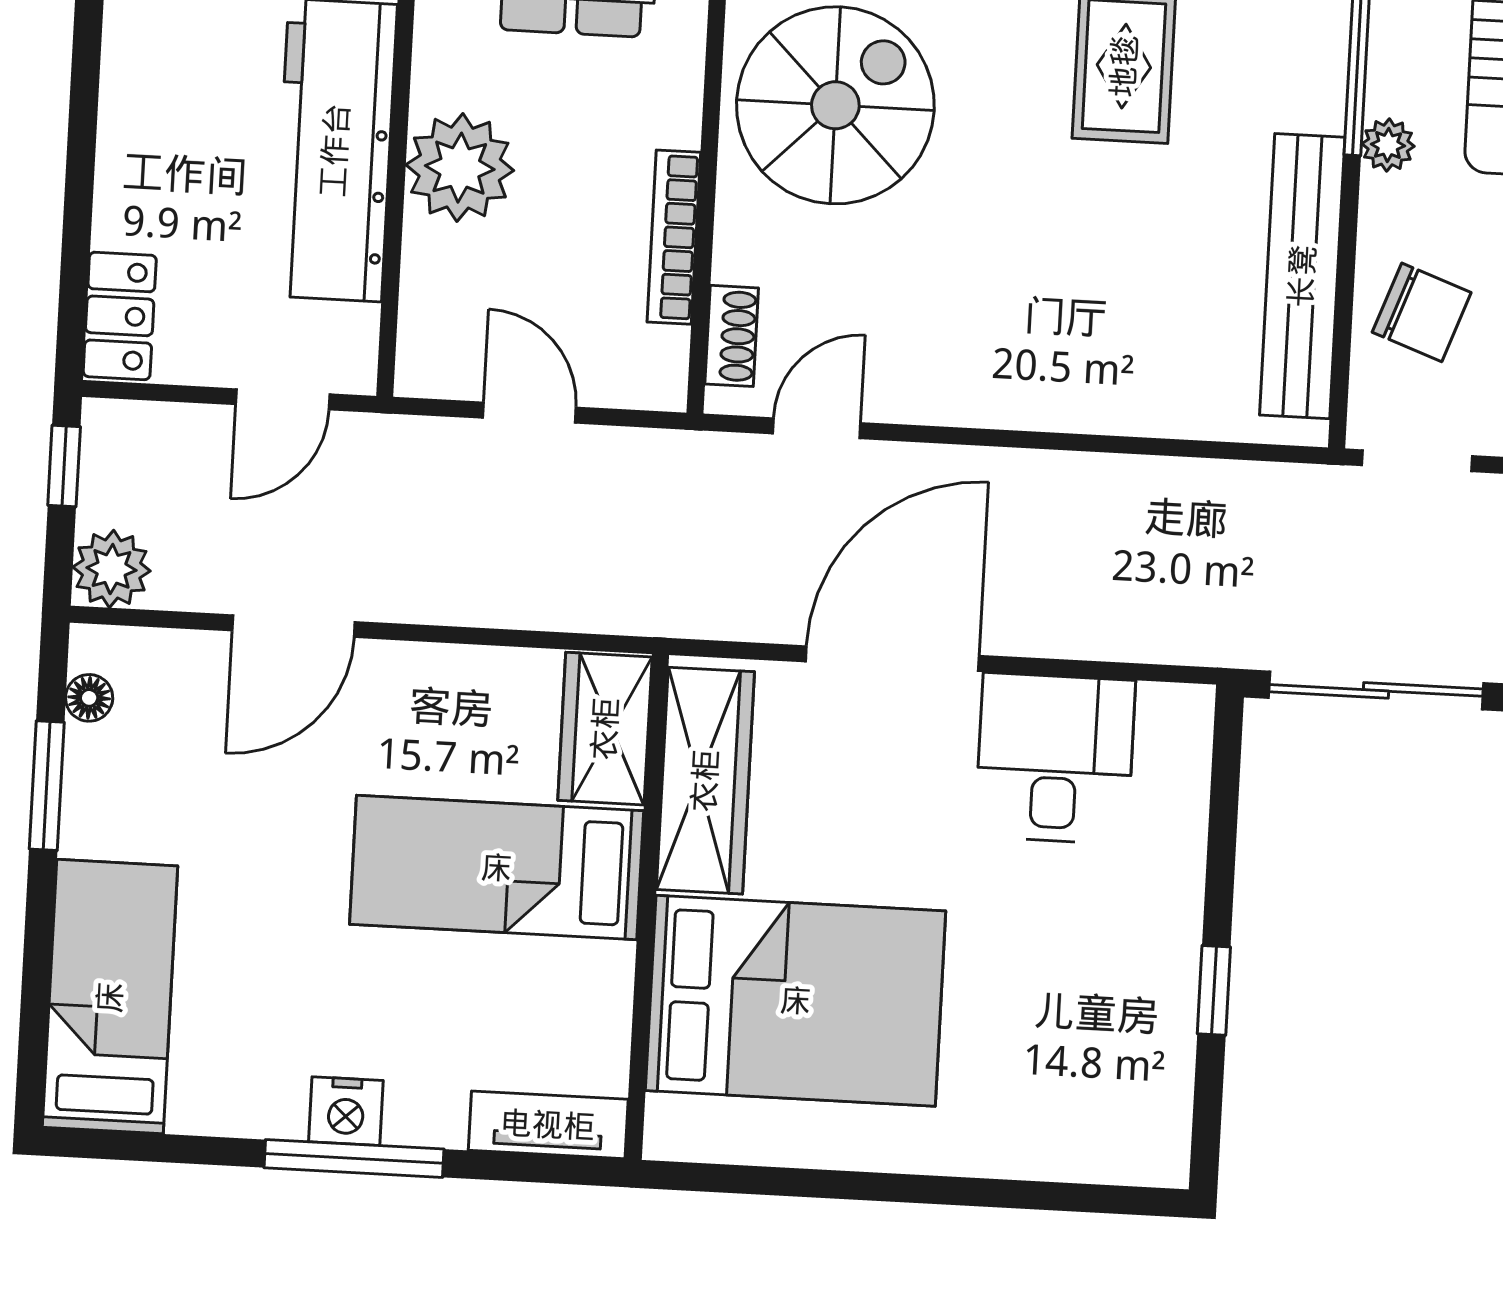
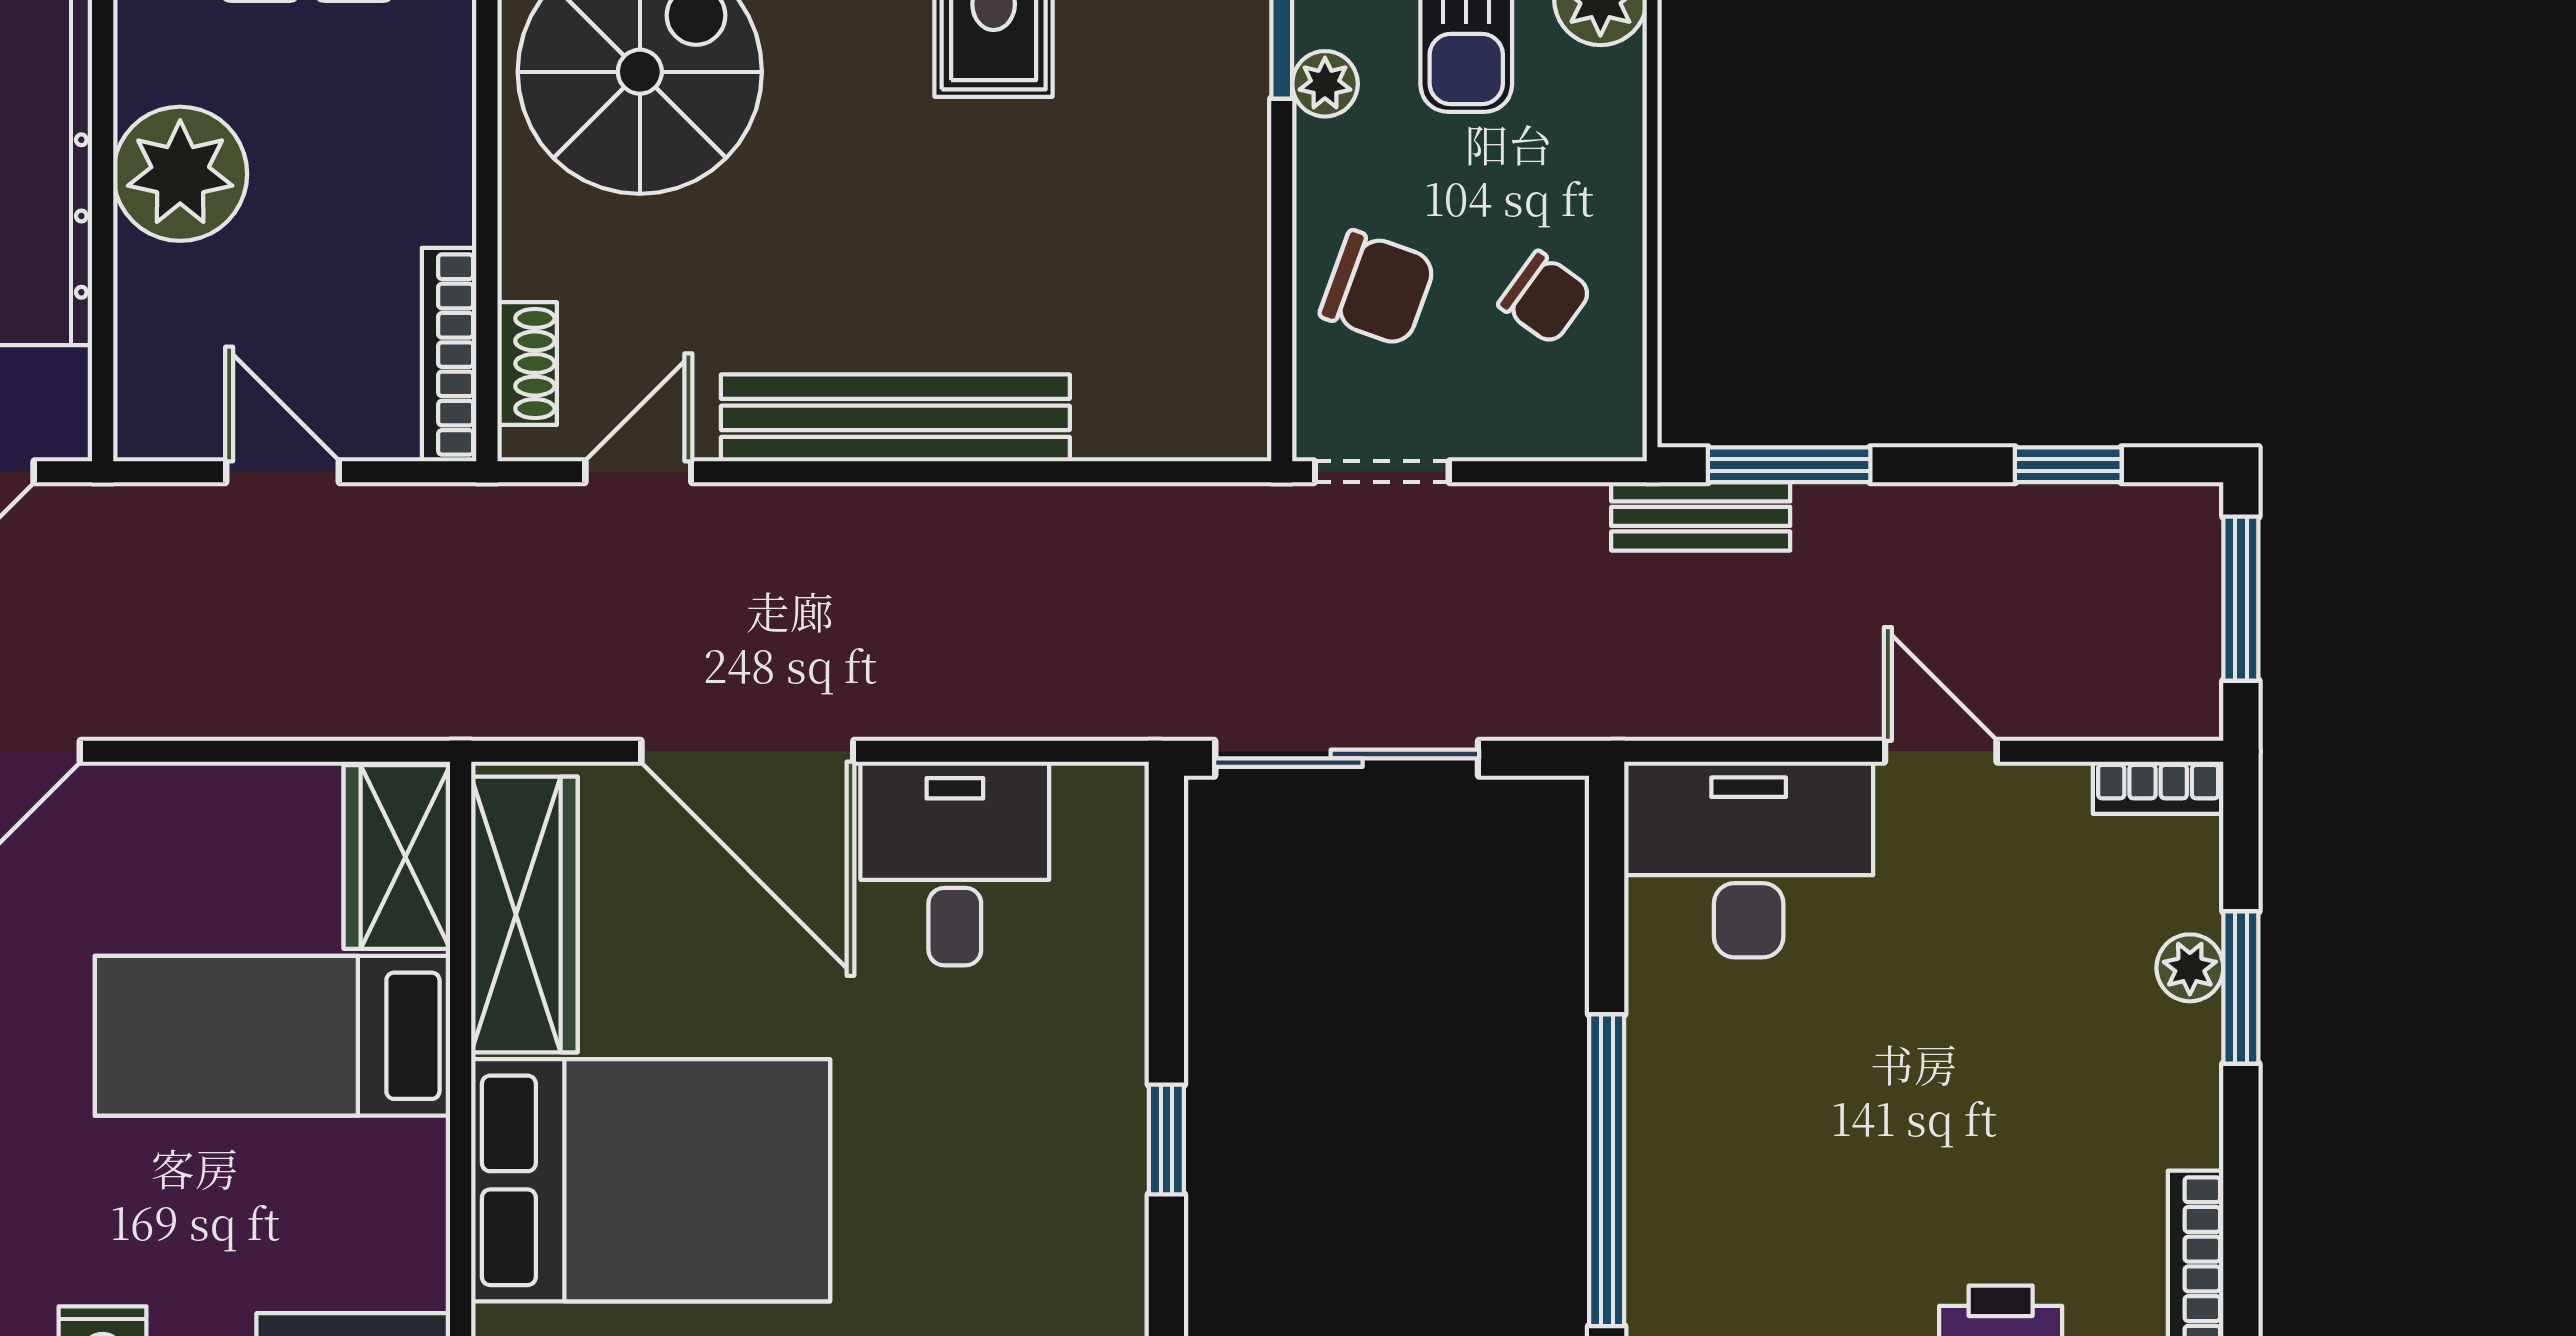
bookcase: (674, 237) -> (449, 355), moved
bench: (1302, 276) -> (895, 418), moved, turned 90
door: (892, 659) -> (747, 751), swing flipped

